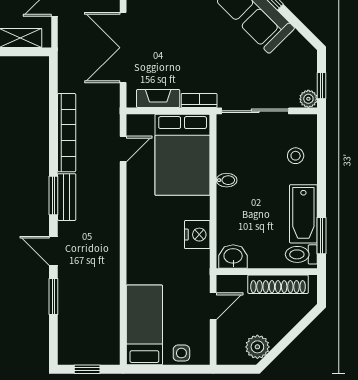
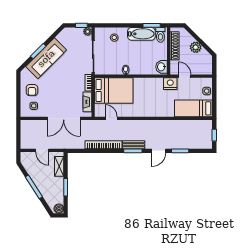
nightstand: (197, 235) -> (170, 84), moved
plant: (257, 347) -> (196, 47), moved

